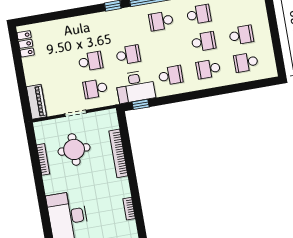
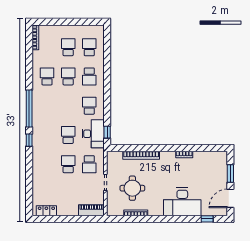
school desk: (161, 21) -> (47, 106), removed
school desk: (246, 62) -> (89, 47), turned 180

